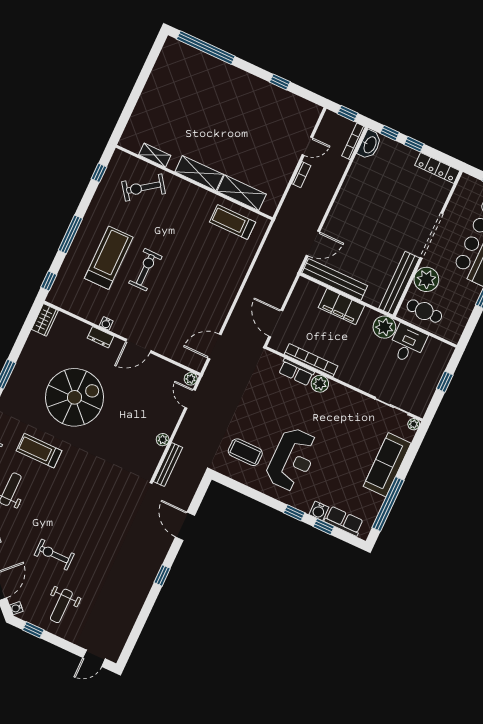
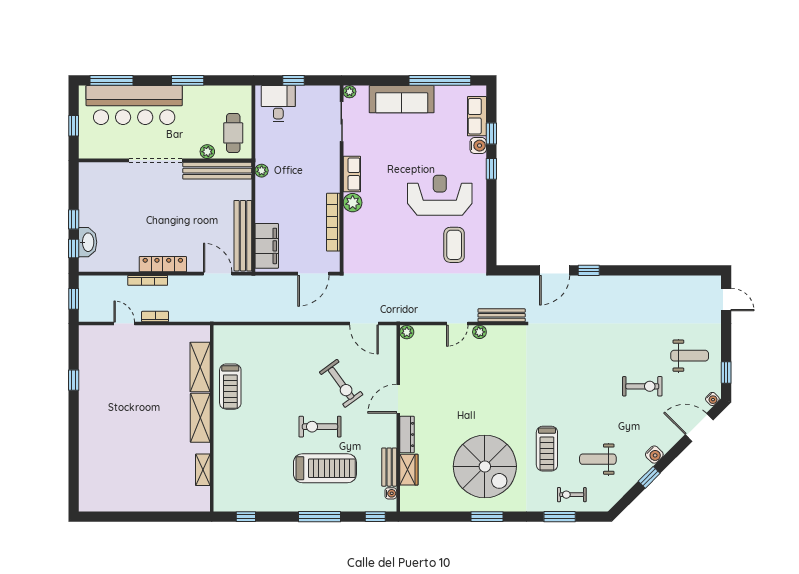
window: (206, 48) -> (74, 469), removed
bookcase: (353, 141) -> (148, 280), moved
washbasin: (370, 145) -> (88, 242), moved, turned 90
locker: (437, 168) -> (163, 264), moved, turned -90
exercise bike: (144, 188) -> (341, 383), moved
treadmill: (232, 222) -> (230, 387), moved
treadmill: (109, 258) -> (325, 468), turned 180
plant: (426, 279) -> (207, 152), width x0.53, depth x0.53
filing cabinet: (341, 307) -> (267, 246), moved
bench: (85, 312) -> (389, 467), added
wardrobe: (45, 320) -> (409, 470), moved, turned 90
water cooler: (106, 323) -> (391, 493), moved
plant: (384, 327) -> (262, 171), width x0.53, depth x0.53
dresser: (100, 337) -> (407, 435), width x1.44
desk: (407, 344) -> (278, 104), moved, turned 90
door: (138, 346) -> (398, 399), swing flipped
row of seats: (296, 372) -> (352, 174), moved
spiral stairs: (75, 397) -> (485, 466), moved, turned 180
door: (190, 399) -> (457, 324), moved
exercise bike: (54, 555) -> (642, 386), turned -90
window: (162, 575) -> (589, 270), moved

